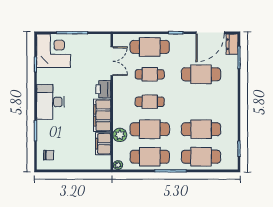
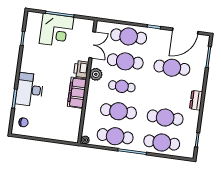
dresser: (232, 44) -> (196, 100), moved
corner desk: (54, 51) -> (57, 30), moved, turned 90
cafe table: (150, 74) -> (125, 61), width x1.37, depth x1.35
desk: (50, 102) -> (30, 90), moved
plant: (120, 135) -> (96, 74), moved
filing cabinet: (103, 144) -> (74, 119), removed

